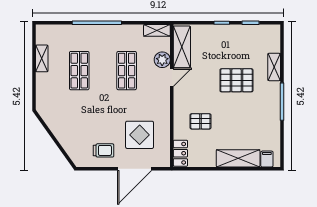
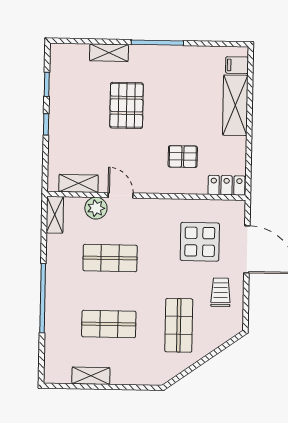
shelving: (182, 47) -> (79, 183), width x0.67, depth x0.75
shop shelf: (79, 121) -> (179, 325), added
pallet: (200, 121) -> (183, 157), turned 90

